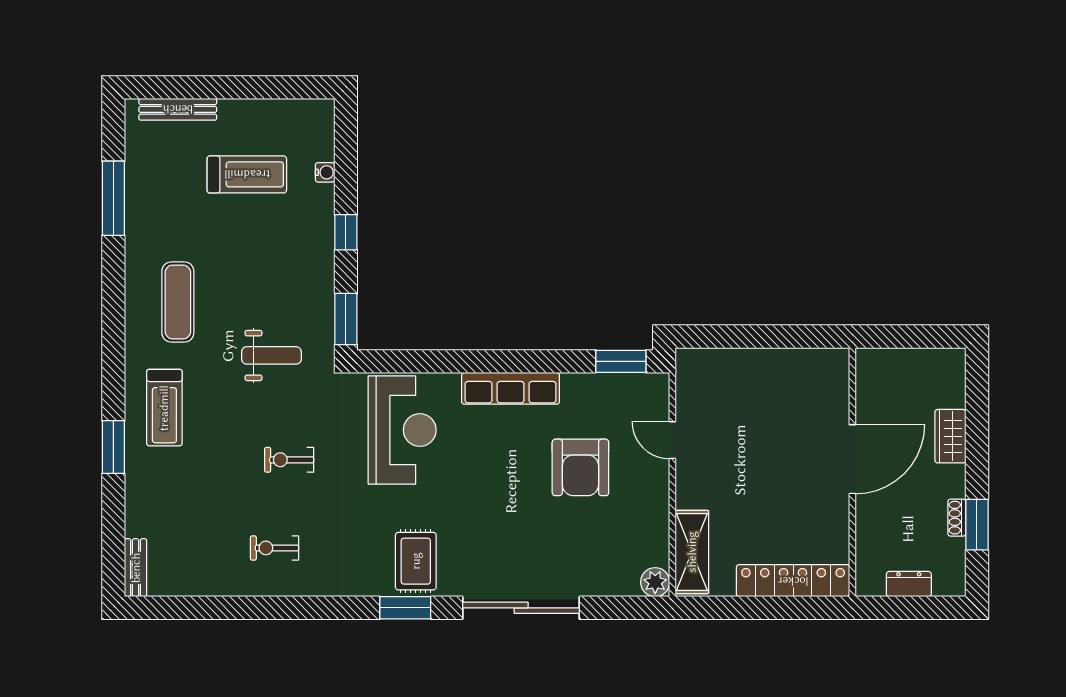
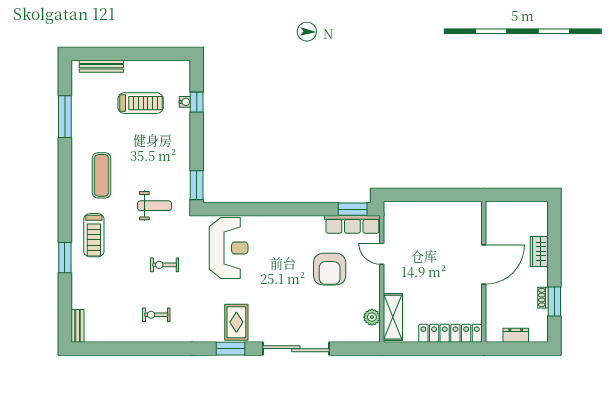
window: (346, 232) -> (197, 102), moved
row of seats: (511, 388) -> (352, 224), moved
plant: (655, 582) -> (372, 317), moved

